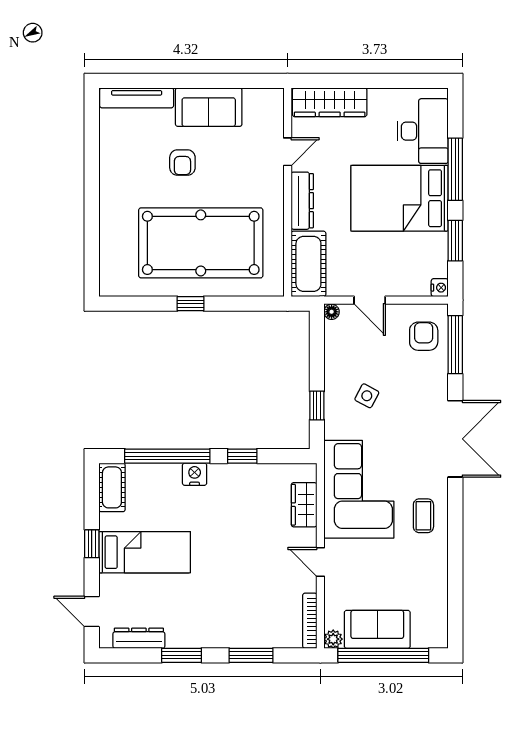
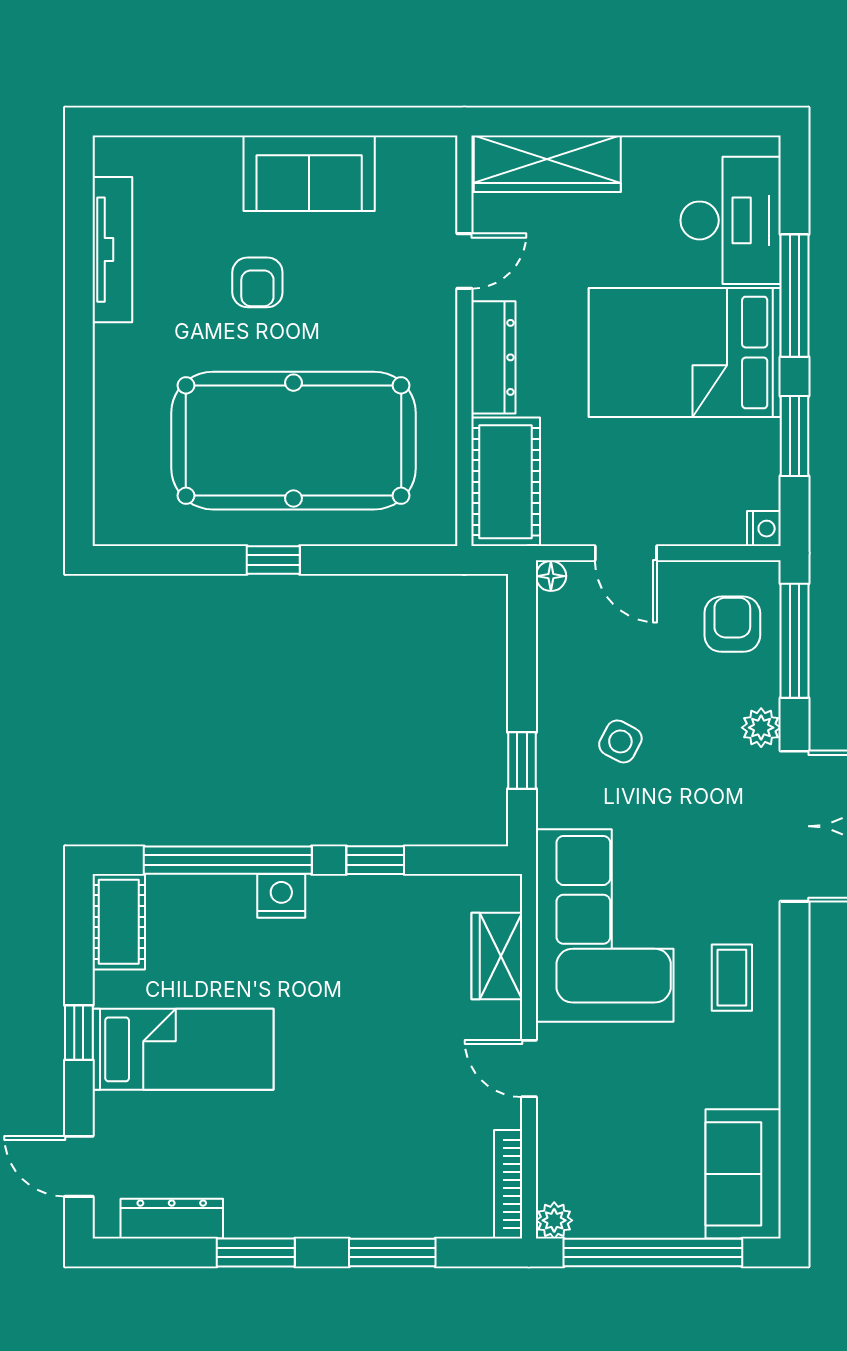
tv unit: (137, 98) -> (112, 250), moved, turned -90
plant: (438, 389) -> (761, 728), added
sofa: (377, 629) -> (743, 1174), moved, turned -90

